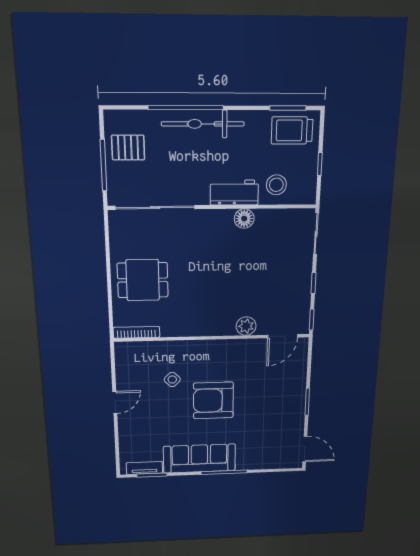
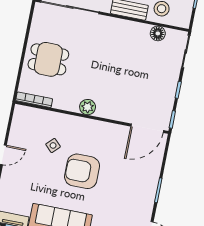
floor lamp: (244, 219) -> (158, 33), moved
plant: (246, 326) -> (88, 107), moved
door: (283, 336) -> (147, 128), width x1.36

